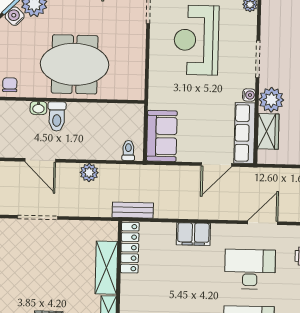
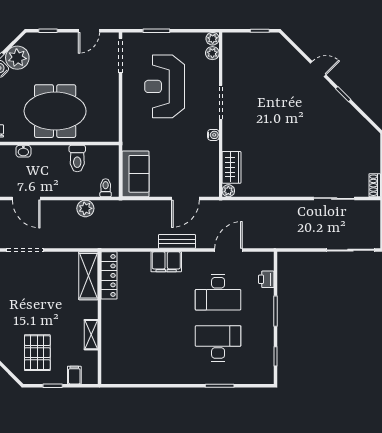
plant: (271, 100) -> (228, 191), moved, width x0.53, depth x0.53
toilet: (57, 116) -> (77, 159), moved
row of seats: (244, 133) -> (210, 169), removed
plant: (89, 173) -> (85, 208), moved
bench: (133, 210) -> (177, 241), moved
shelving: (106, 268) -> (88, 276), moved
desk: (250, 269) -> (218, 292), turned 180

